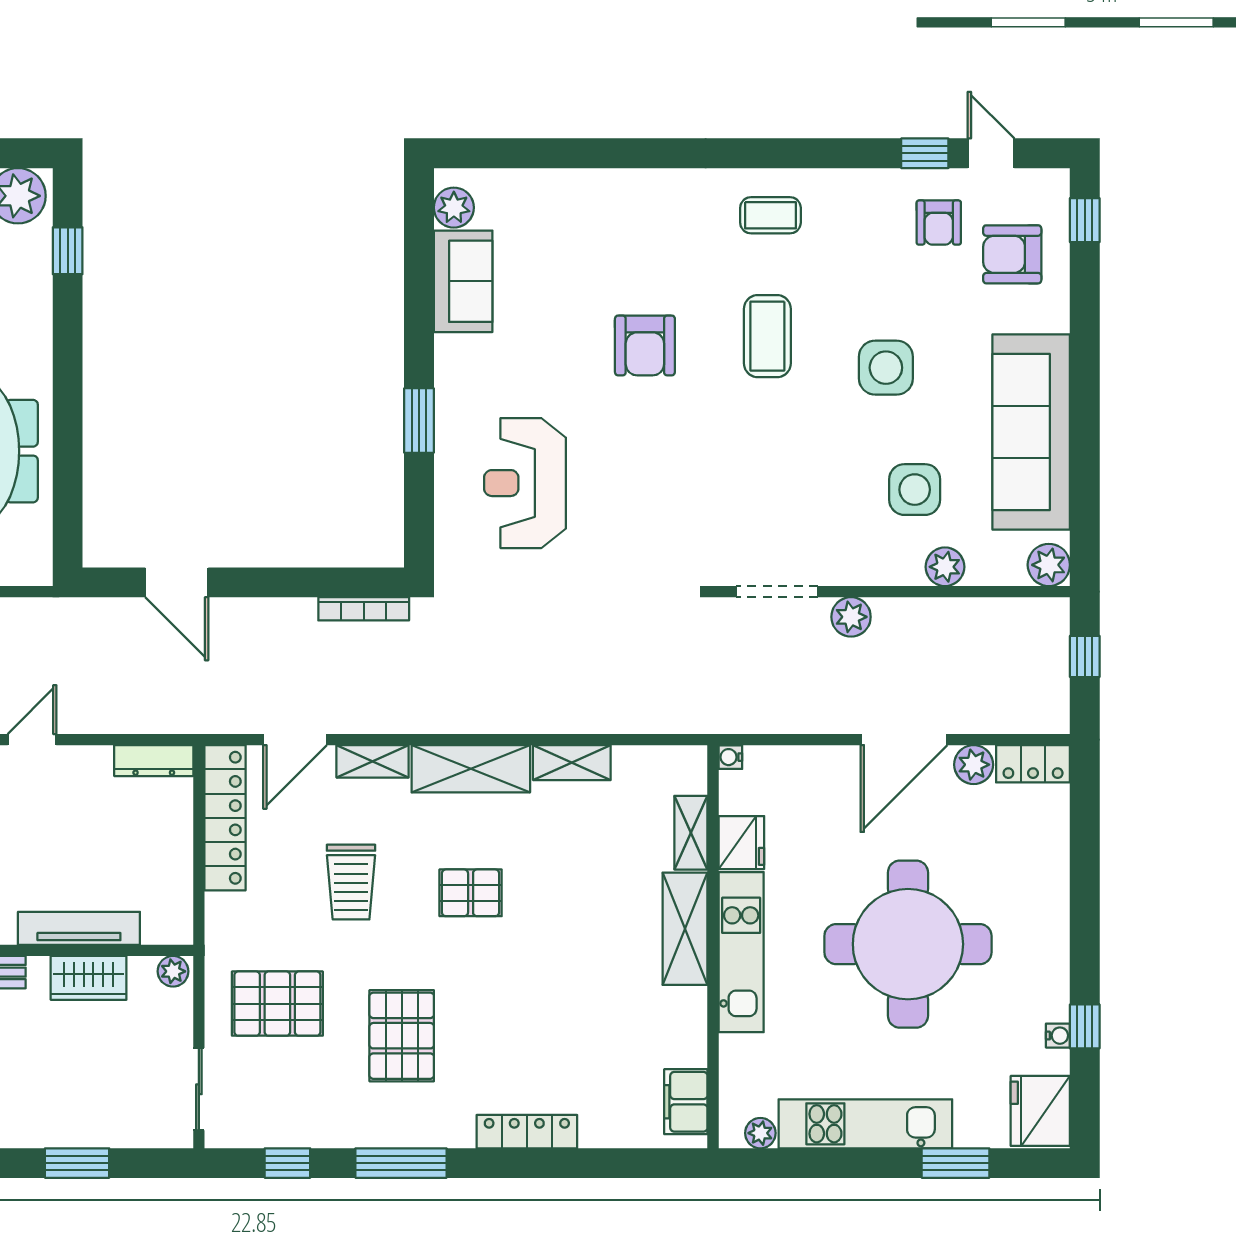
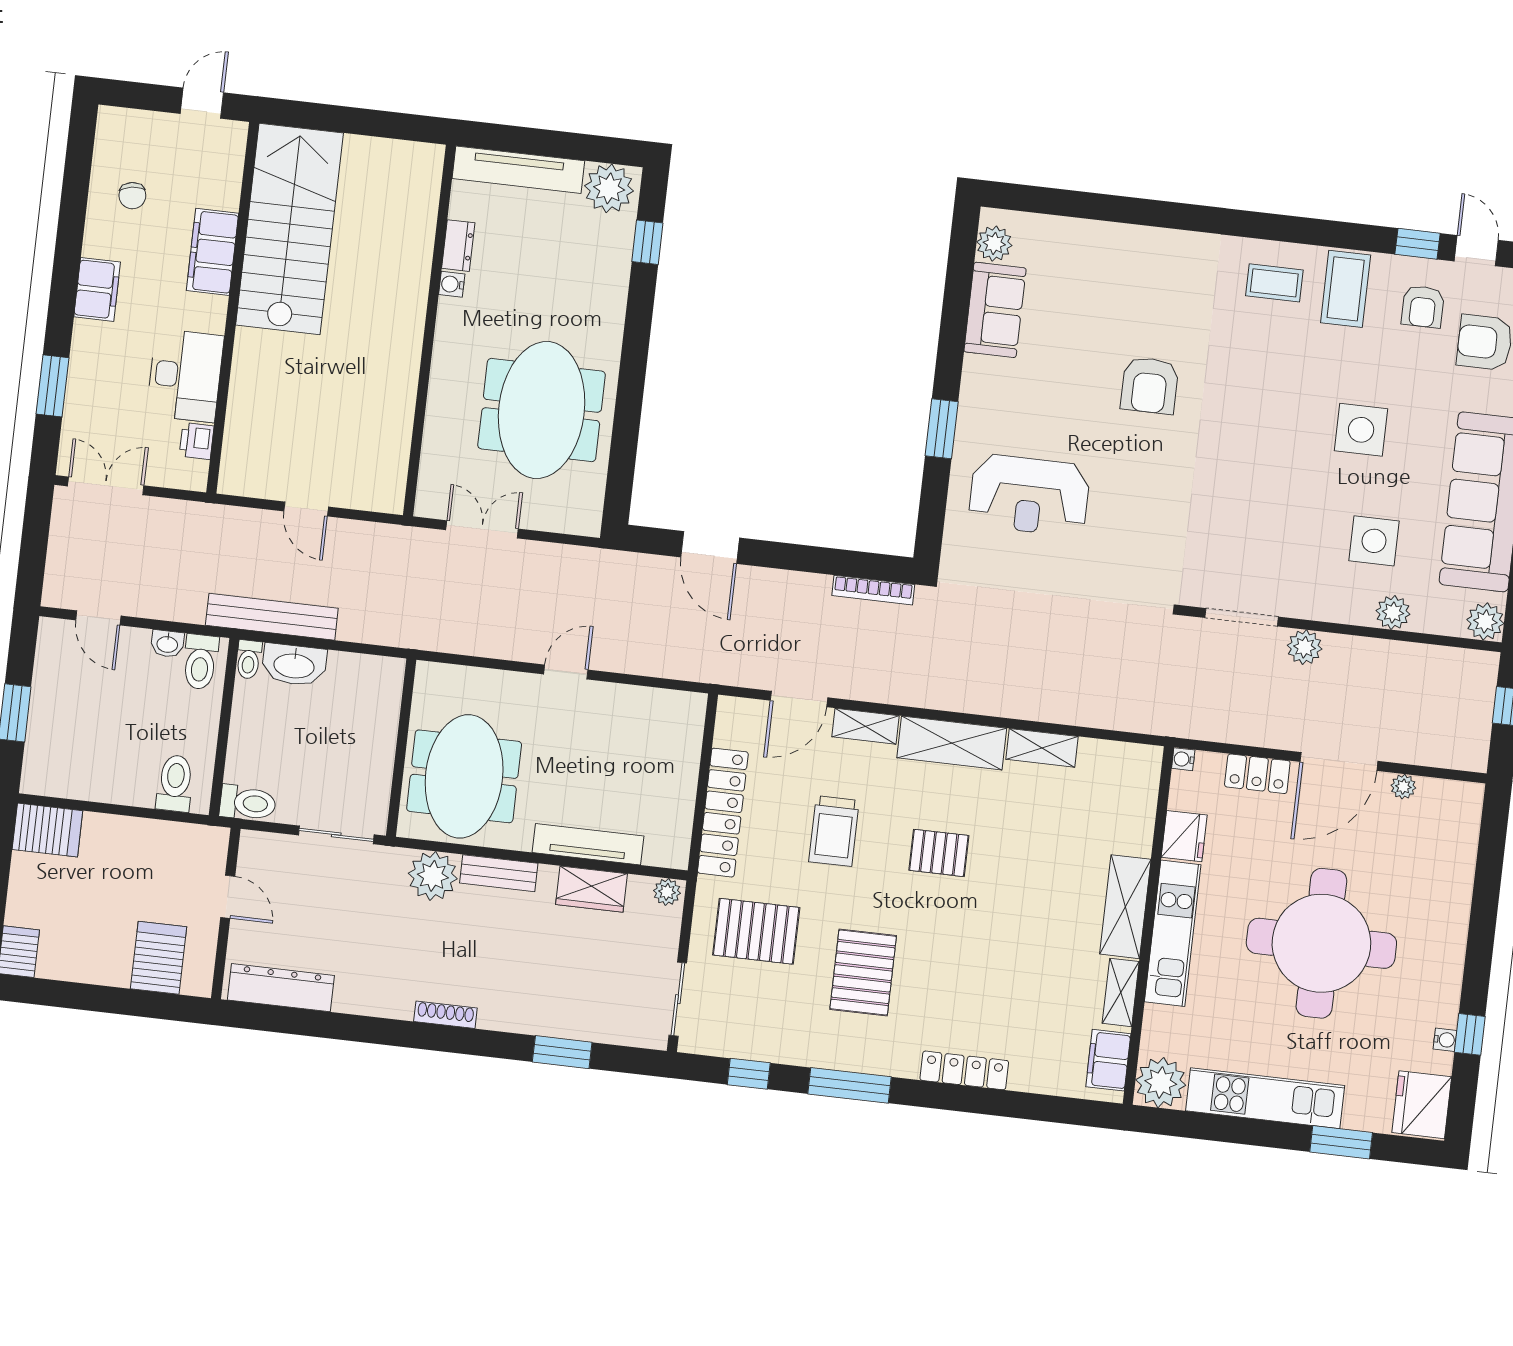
coffee table: (767, 336) -> (1346, 289), moved
reception desk: (525, 483) -> (1029, 495), turned -90
dresser: (154, 761) -> (672, 703), removed
locker: (1033, 764) -> (1257, 774), moved
plant: (974, 765) -> (1403, 787), width x0.73, depth x0.73
locker: (225, 818) -> (723, 813), moved
shelving: (691, 833) -> (1121, 992), moved
plant: (760, 1133) -> (1161, 1083), width x1.87, depth x1.87

